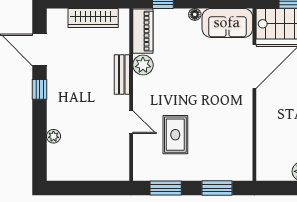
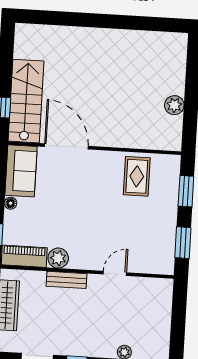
rug: (175, 135) -> (137, 176), moved, turned 90

